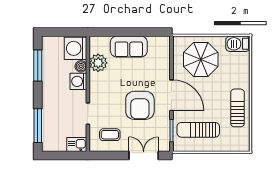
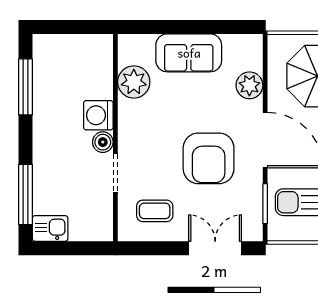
washing machine: (75, 48) -> (93, 56), removed
plant: (163, 65) -> (249, 85), added
boiler: (81, 66) -> (103, 142), moved
kitchen sink: (77, 144) -> (50, 228), moved

